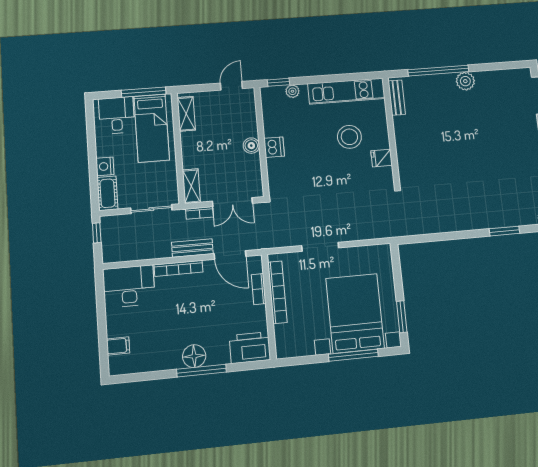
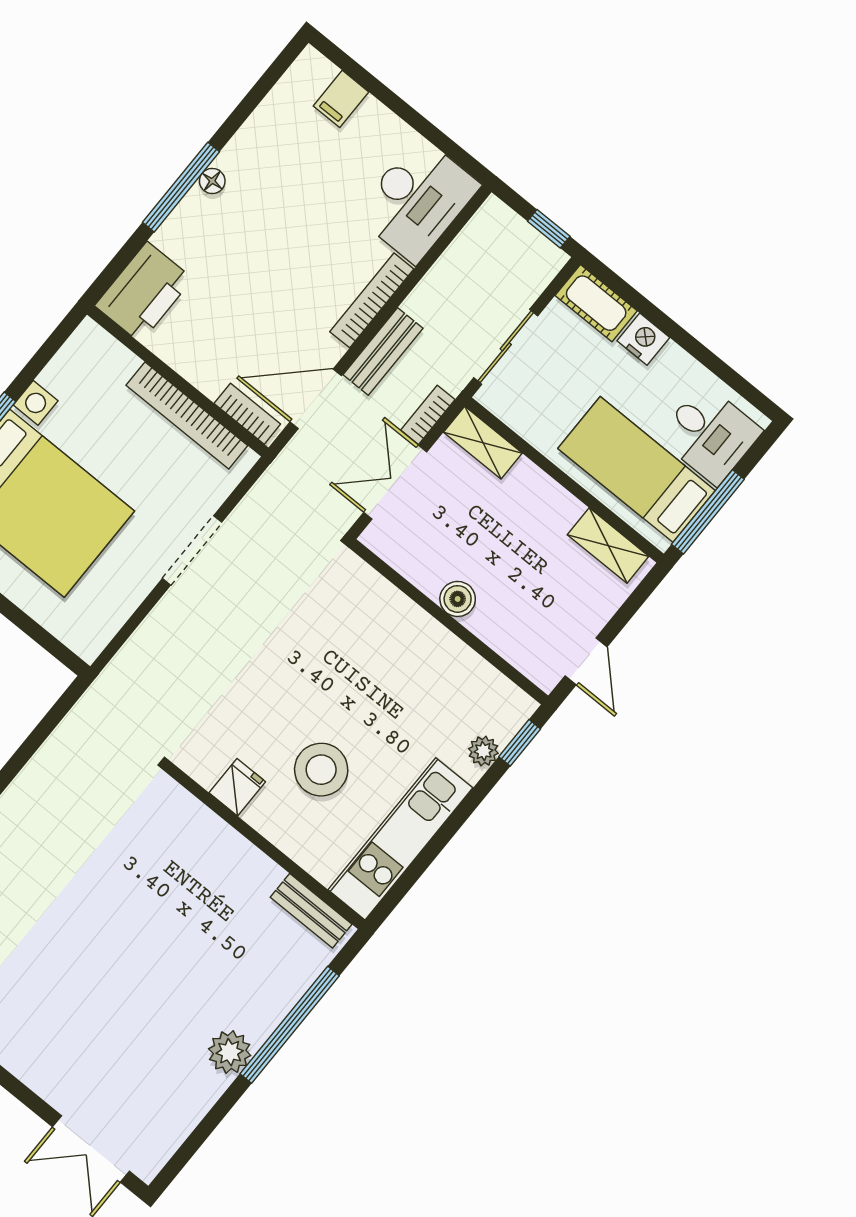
dishwasher: (274, 147) -> (420, 633), removed
bookcase: (259, 289) -> (247, 414), moved
floor lamp: (194, 356) -> (212, 181), width x0.53, depth x0.53

